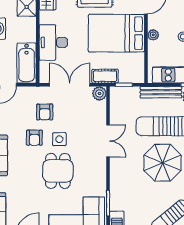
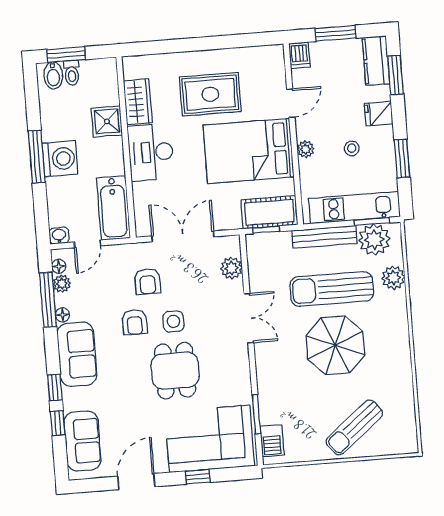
desk: (53, 42) -> (151, 152), moved
cot: (105, 76) -> (269, 212), moved, width x1.37, depth x1.34
plant: (99, 93) -> (231, 268), moved

